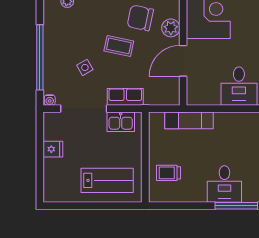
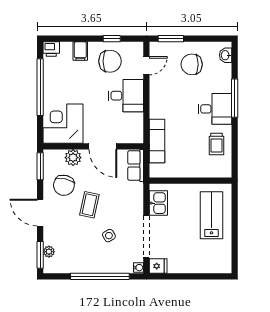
row of seats: (125, 97) -> (136, 166), moved
fridge: (53, 149) -> (158, 266), moved, turned 90
trolley: (168, 173) -> (216, 144), moved

